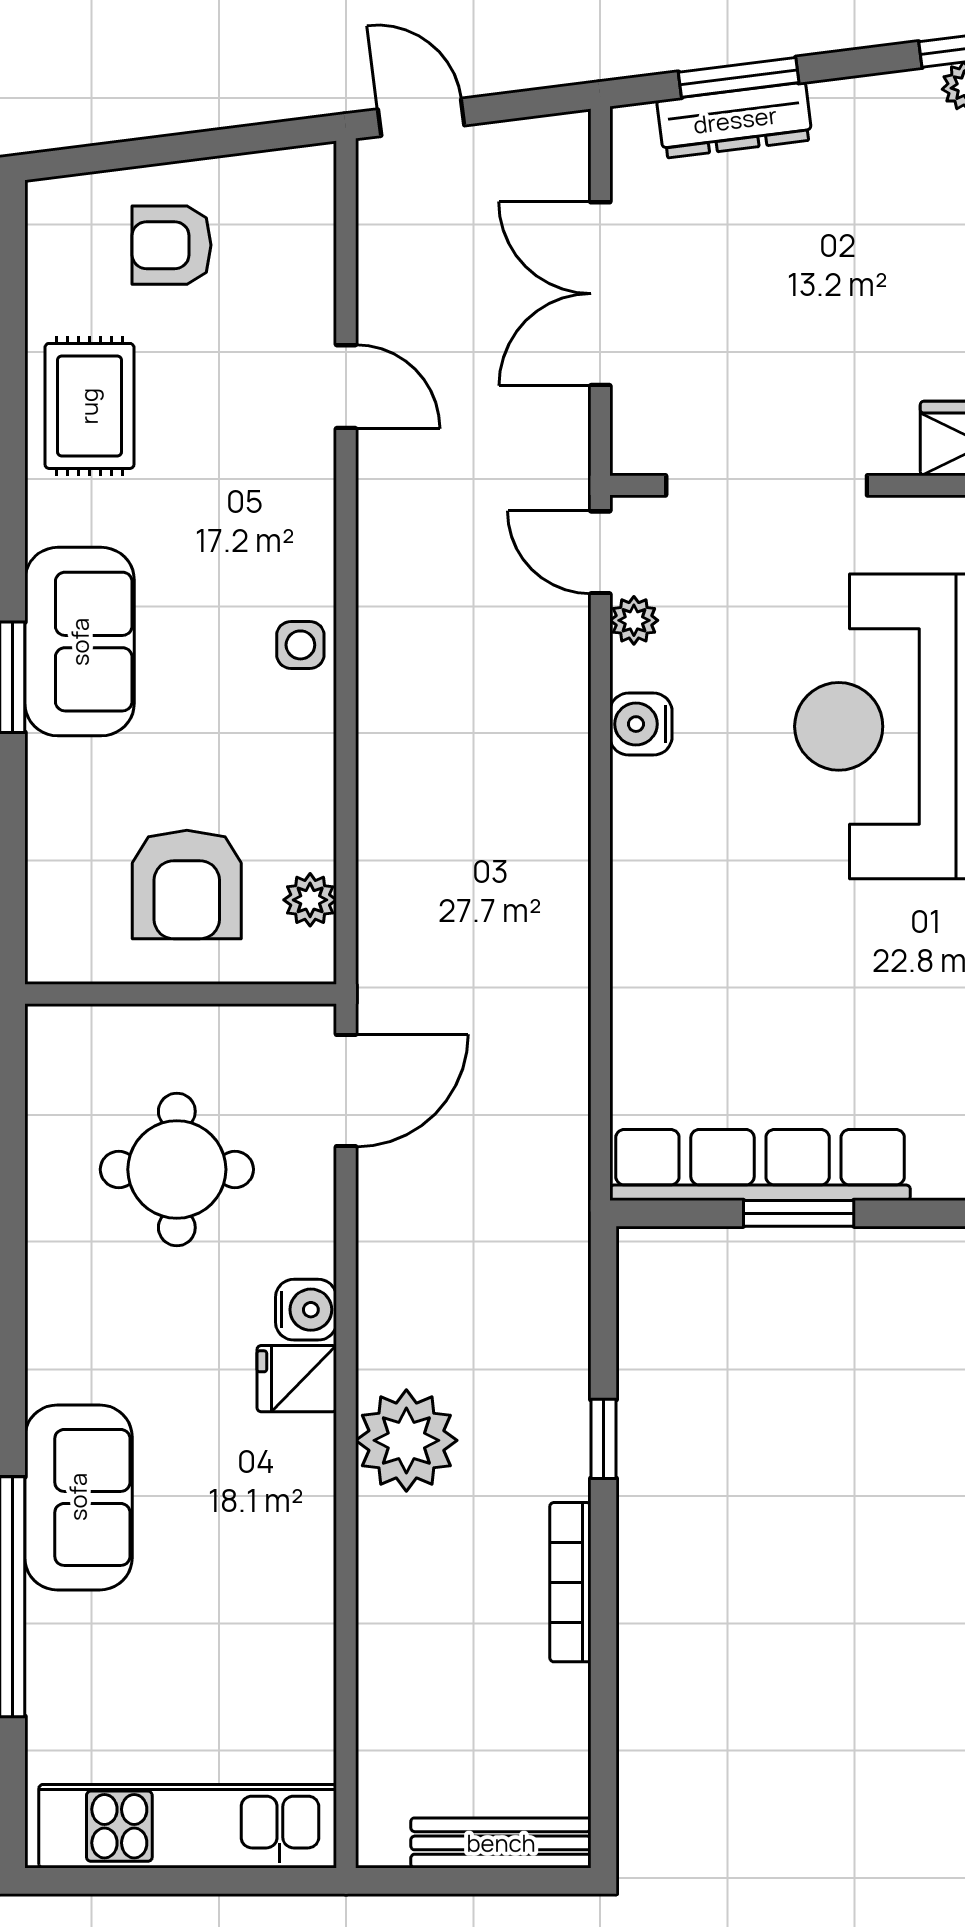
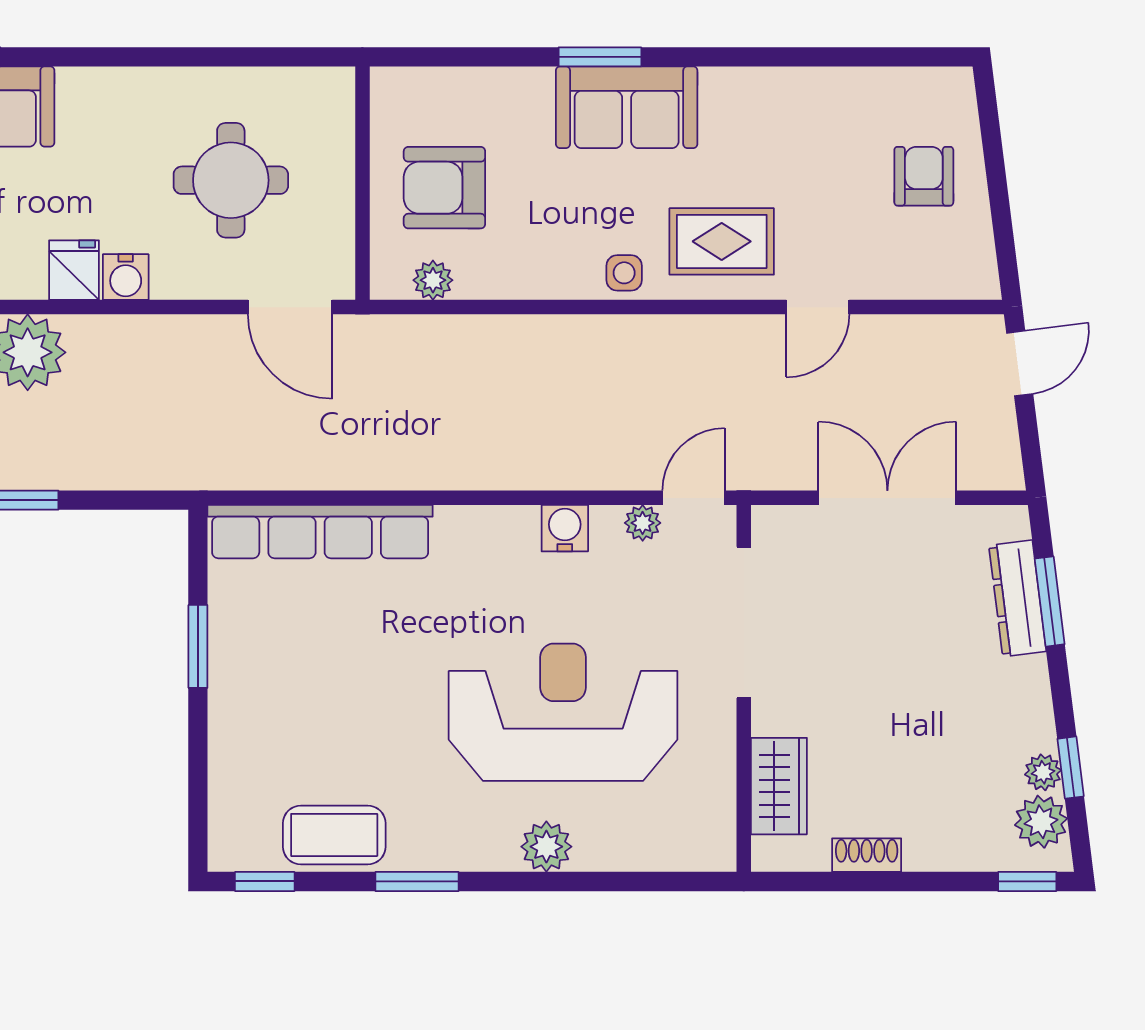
rug: (89, 406) -> (722, 241), moved
row of seats: (760, 1165) -> (320, 532), moved, turned 90

